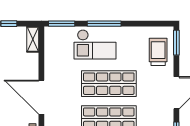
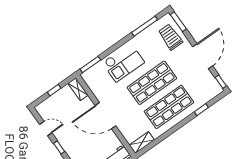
window: (104, 24) -> (145, 26), moved
door: (41, 97) -> (106, 116), moved

